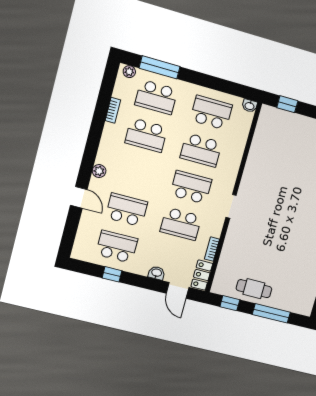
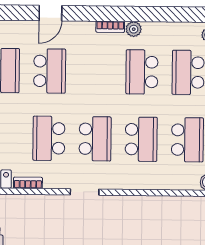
bookcase: (113, 110) -> (110, 27), moved
school desk: (201, 150) -> (141, 139), turned 180
plant: (99, 171) -> (134, 29), moved

